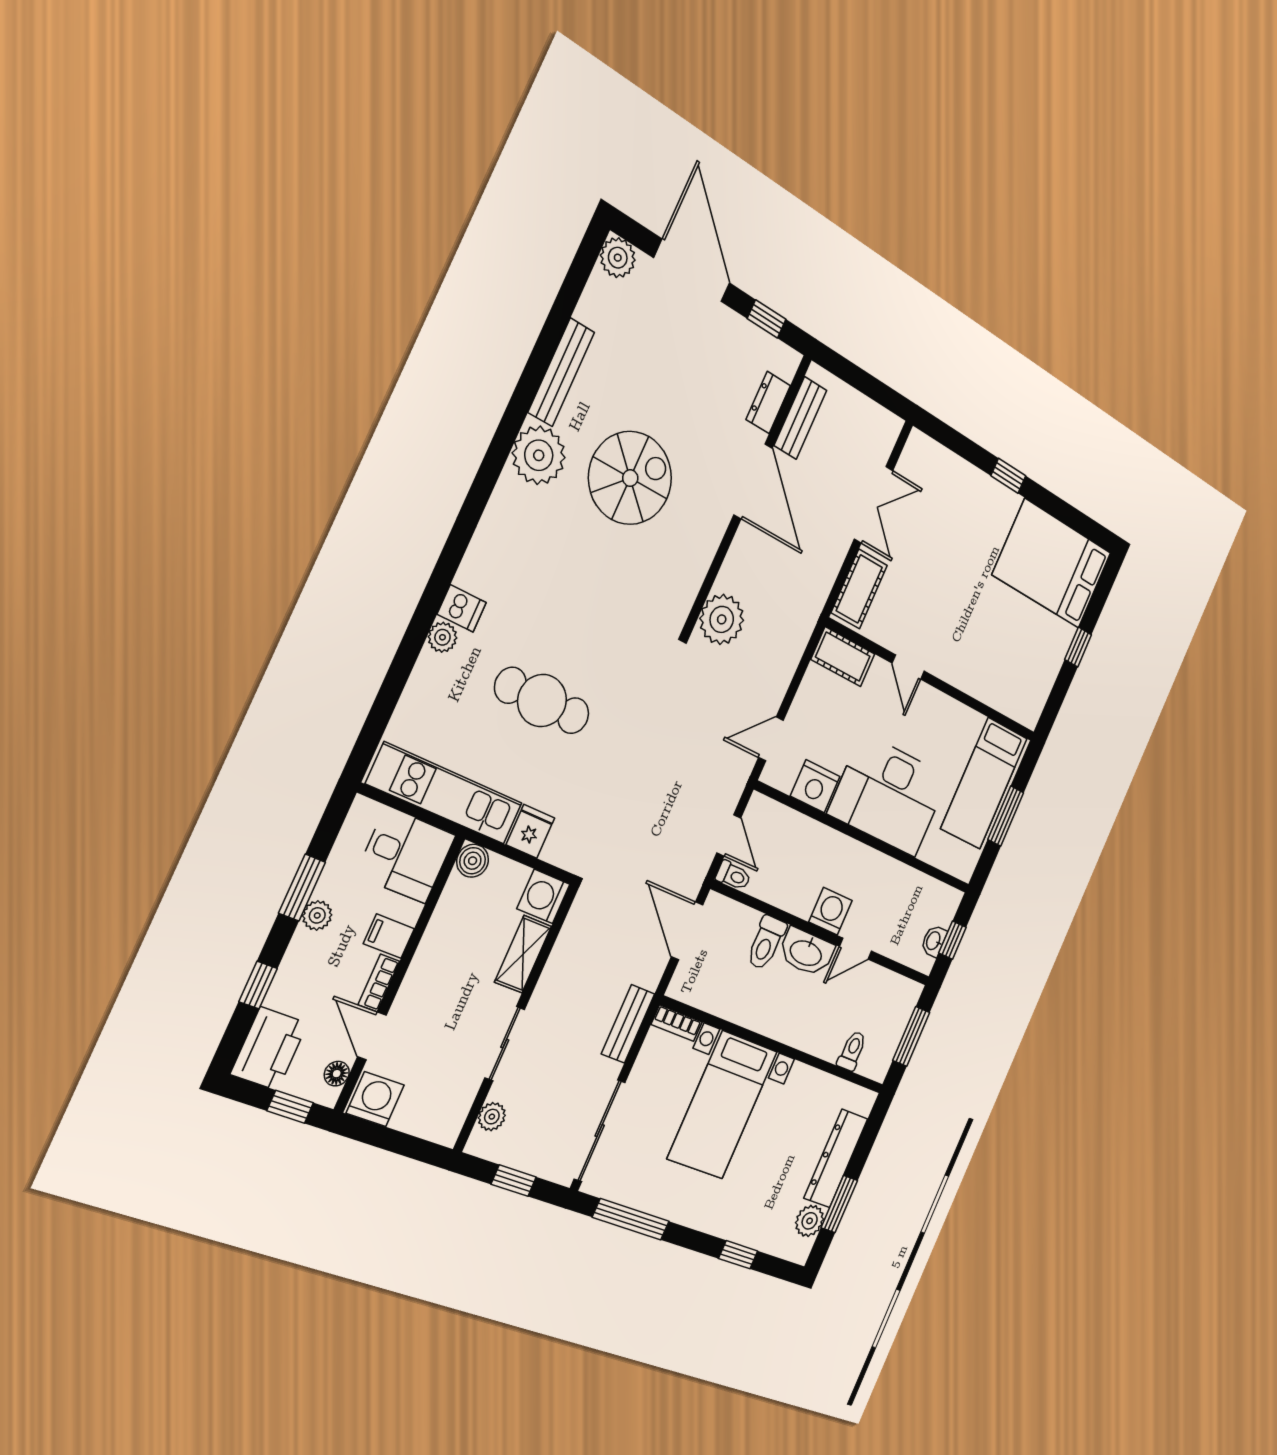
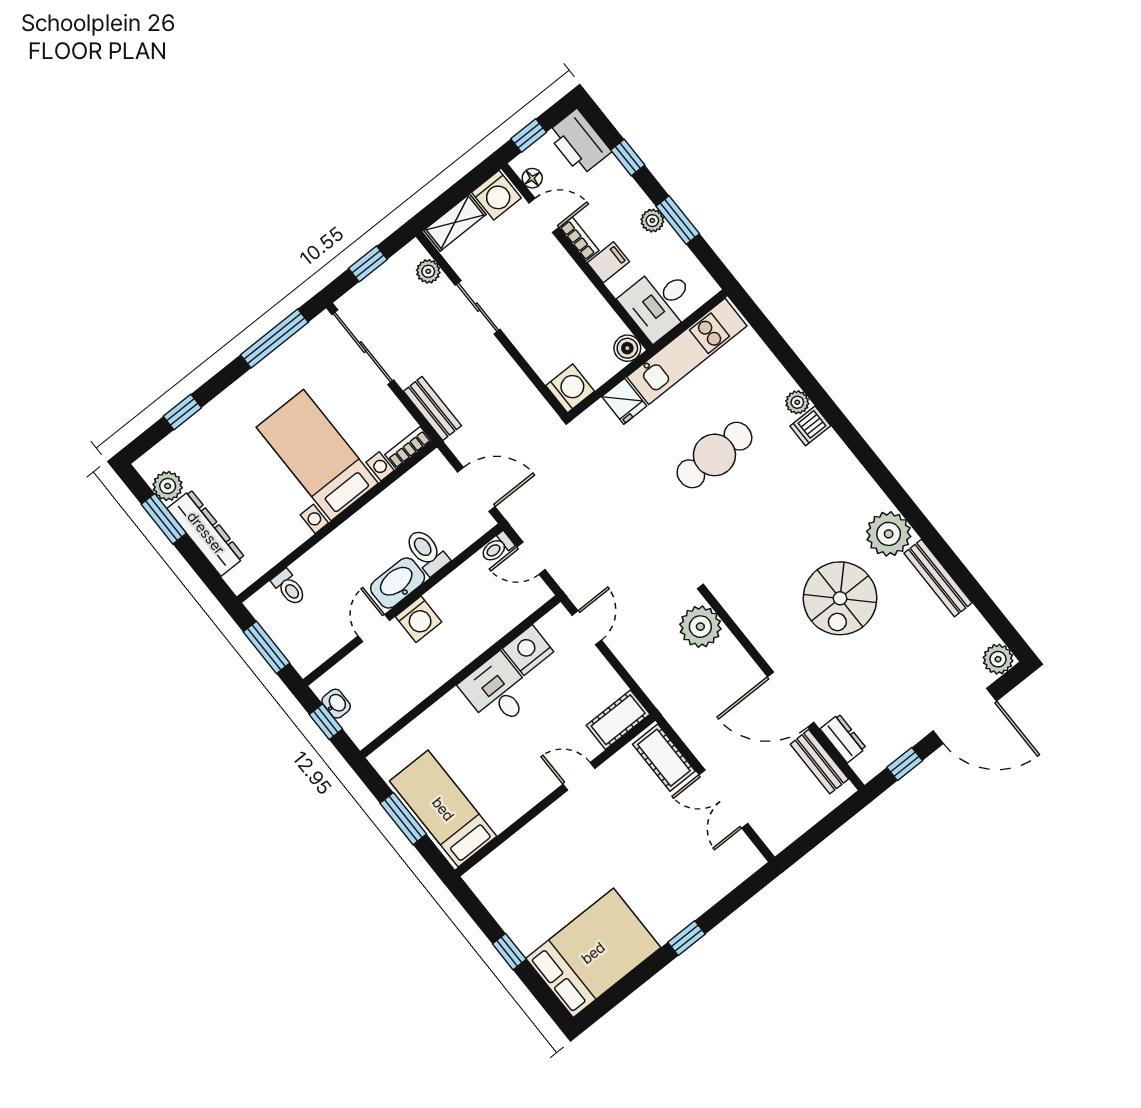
desk: (889, 795) -> (497, 691), width x0.53, depth x0.77
shelving: (523, 954) -> (455, 222), moved, turned 90

